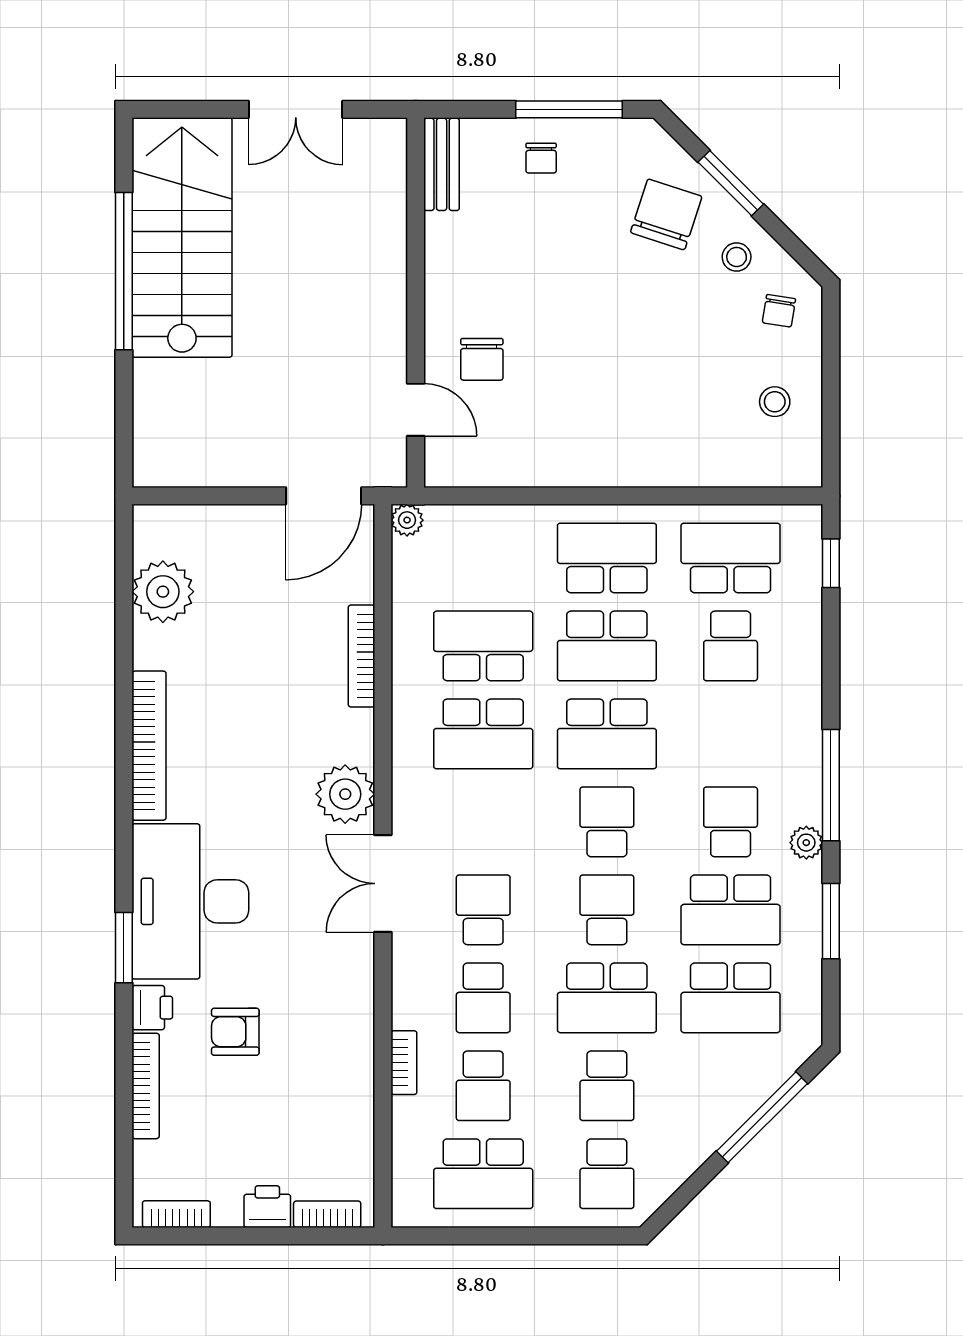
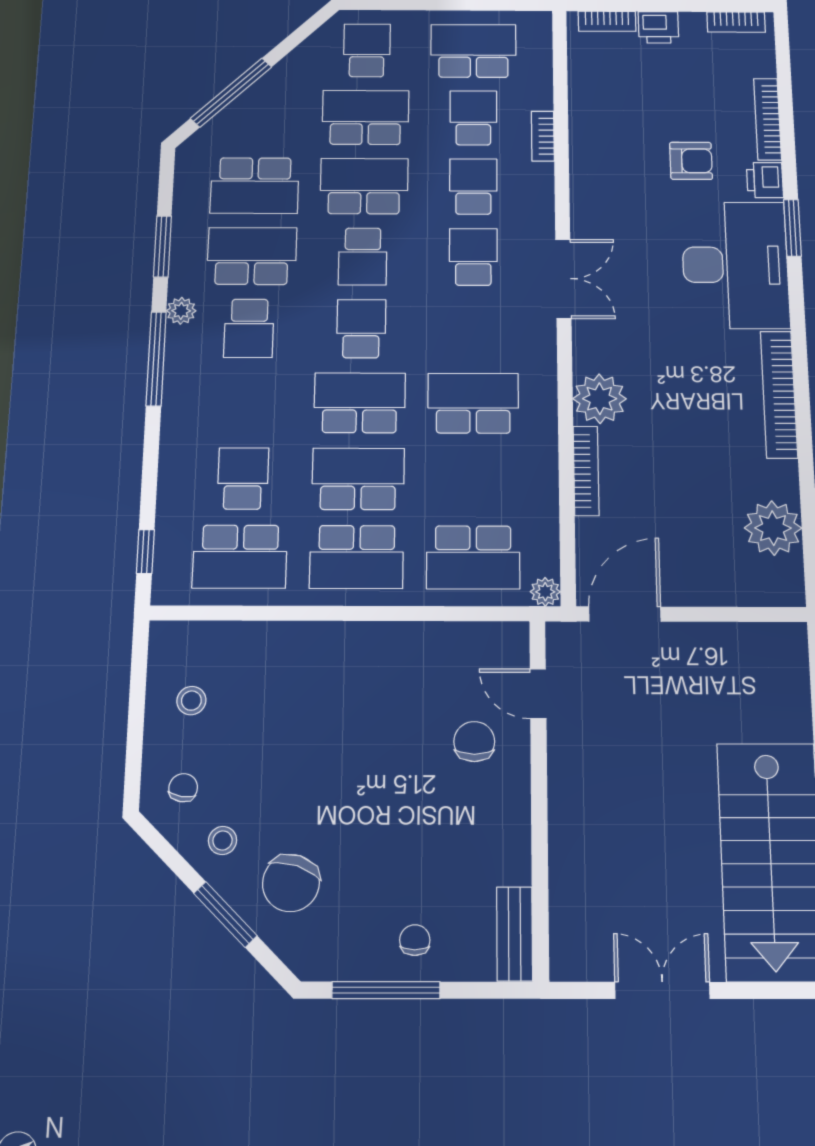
school desk: (483, 646) -> (473, 557), moved
plant: (345, 794) -> (600, 399), moved
school desk: (607, 822) -> (361, 329), turned 180
school desk: (483, 910) -> (473, 257), turned 180
school desk: (731, 998) -> (255, 186), turned 180
school desk: (607, 1086) -> (365, 117), width x1.85

